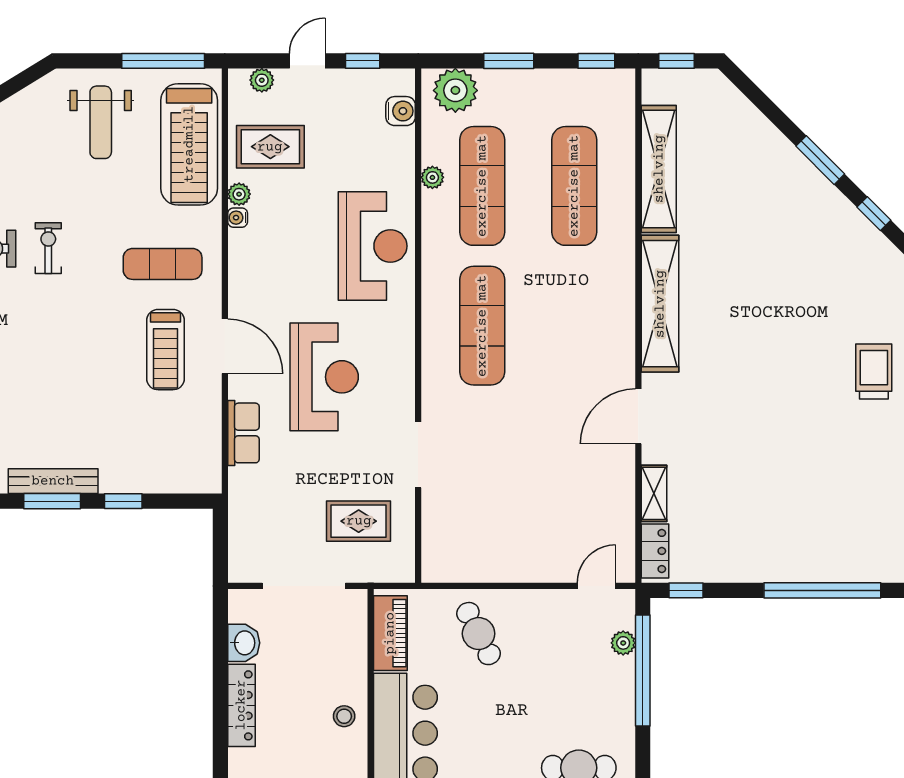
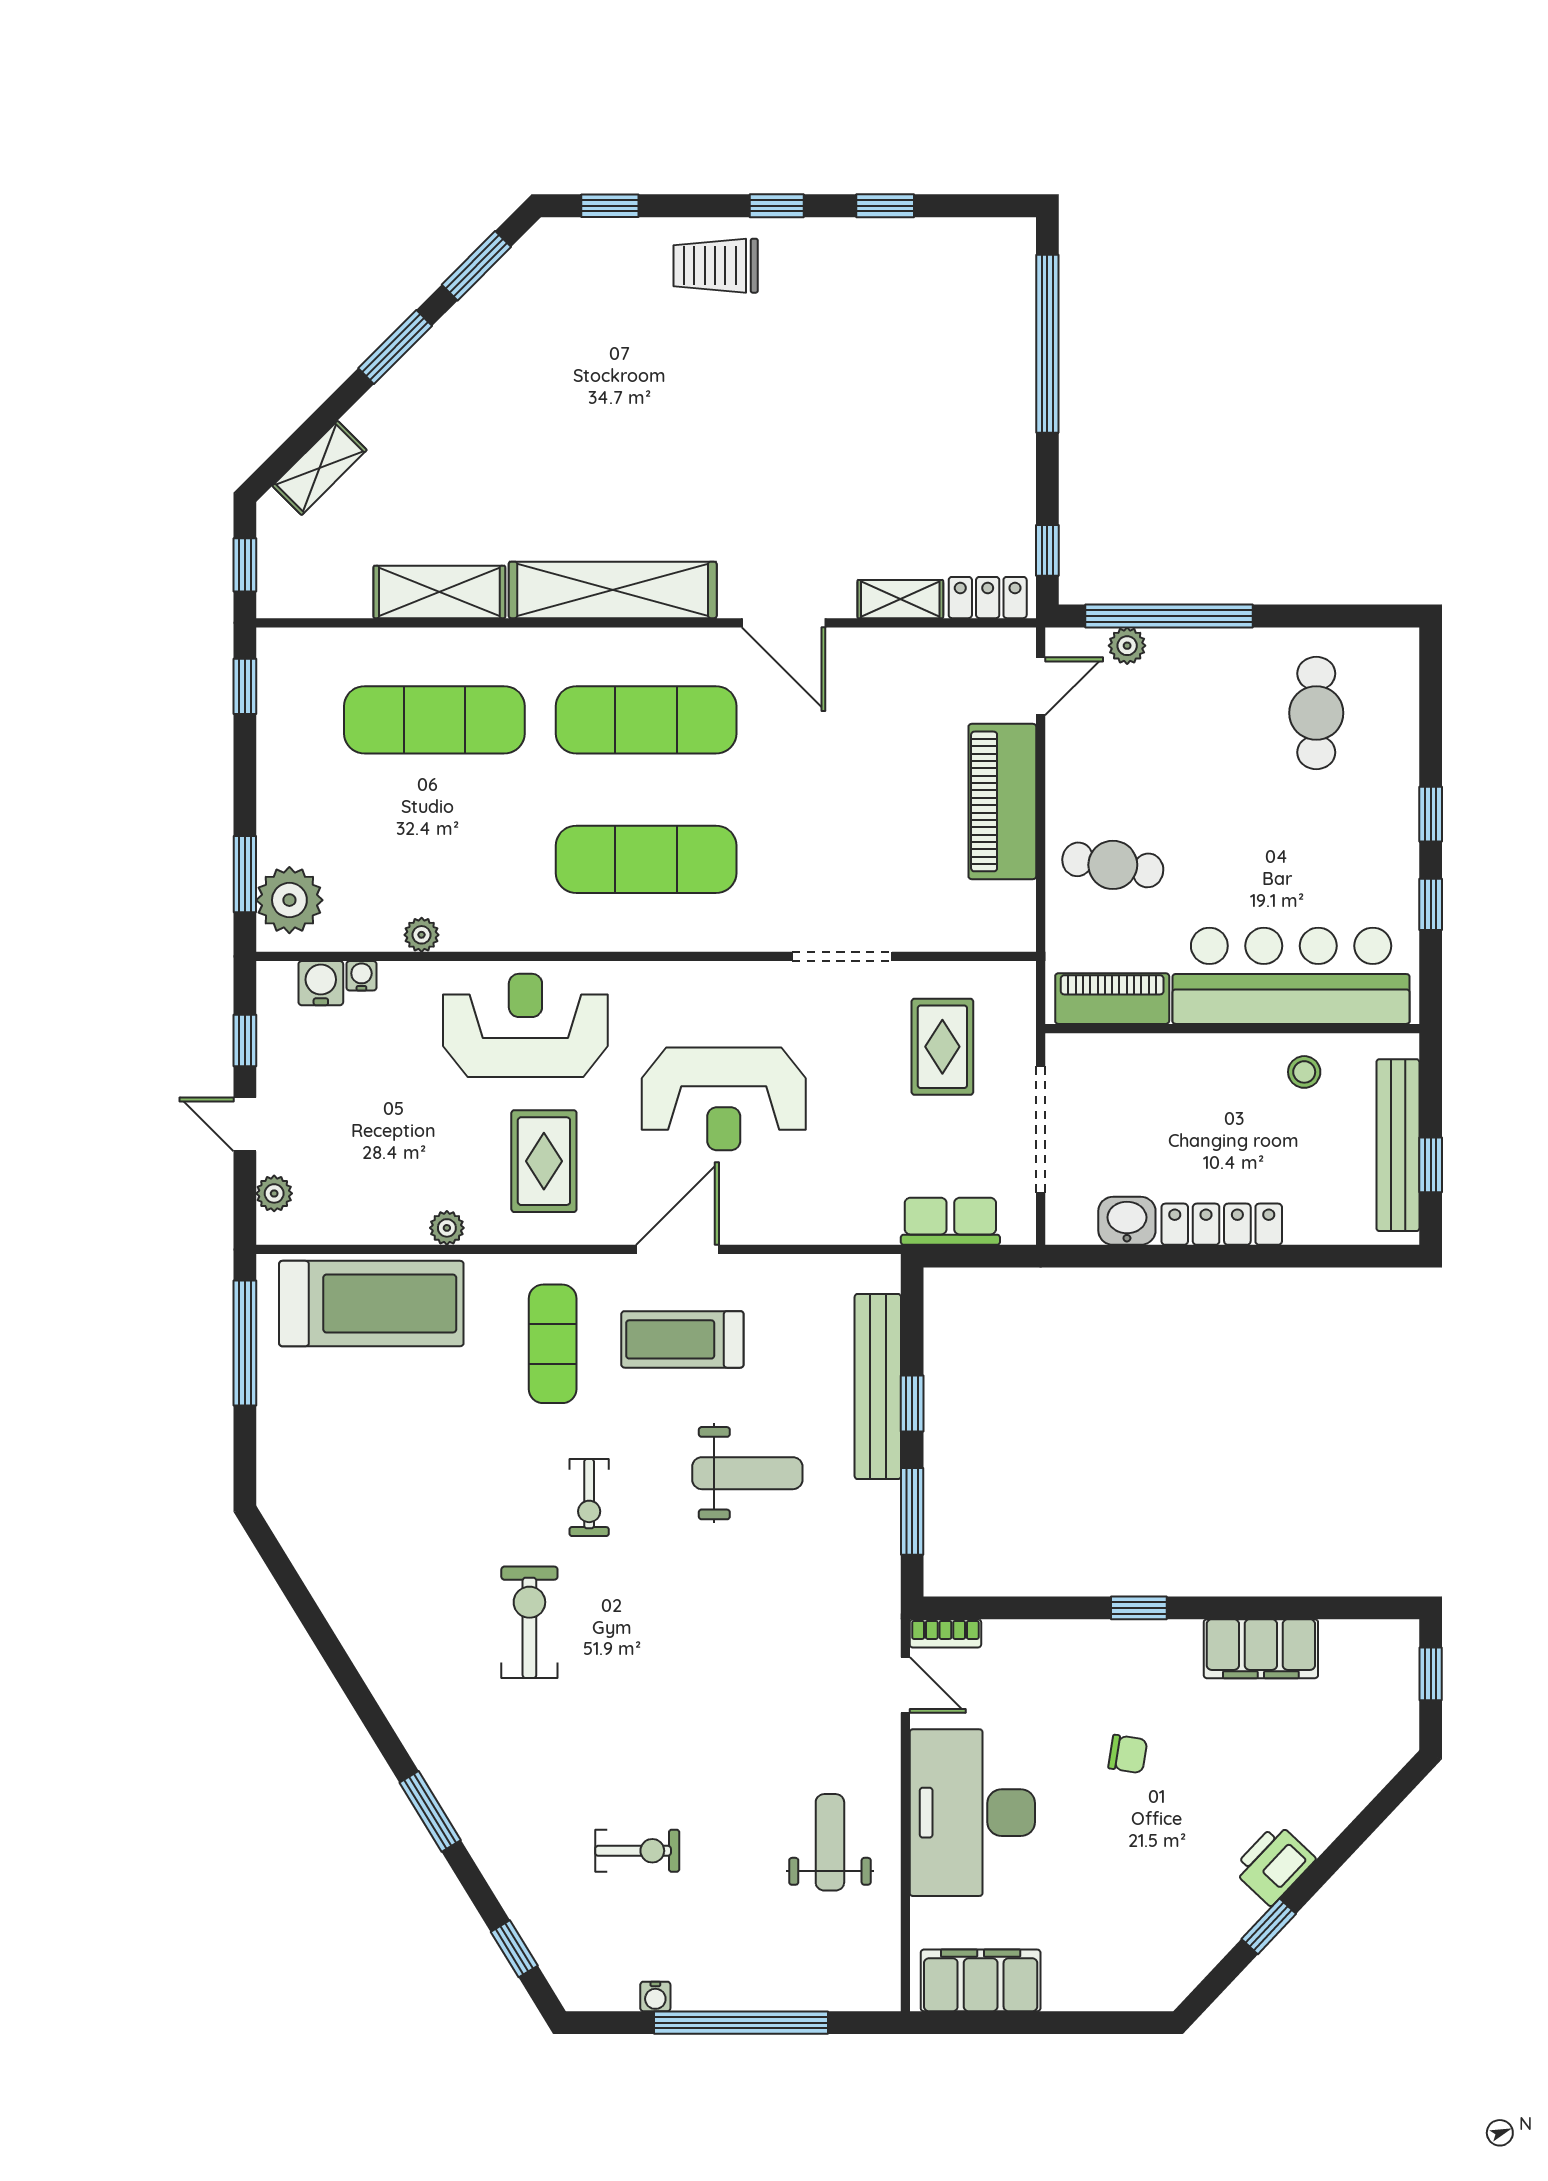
window: (509, 61) -> (245, 874), moved
shelving: (740, 110) -> (320, 468), added
weight bench: (101, 122) -> (747, 1473), moved
rug: (270, 147) -> (544, 1161), moved
shelving: (659, 169) -> (439, 592), width x0.68
exercise mat: (482, 186) -> (646, 720), moved
window: (874, 214) -> (476, 266), width x1.50
water cooler: (238, 218) -> (361, 976), moved, turned 180
exercise bike: (48, 248) -> (589, 1498), moved, turned -90
treadmill: (166, 350) -> (682, 1339), turned 180
reception desk: (324, 377) -> (724, 1099), turned 180
row of seats: (243, 433) -> (950, 1221), moved
bench: (53, 481) -> (878, 1387), moved, width x1.37, depth x1.21
piano: (520, 561) -> (1002, 801), added
door: (596, 586) -> (1041, 686), swing flipped
cafe table: (479, 634) -> (1113, 865), turned 36
stool: (344, 716) -> (1304, 1072), moved

